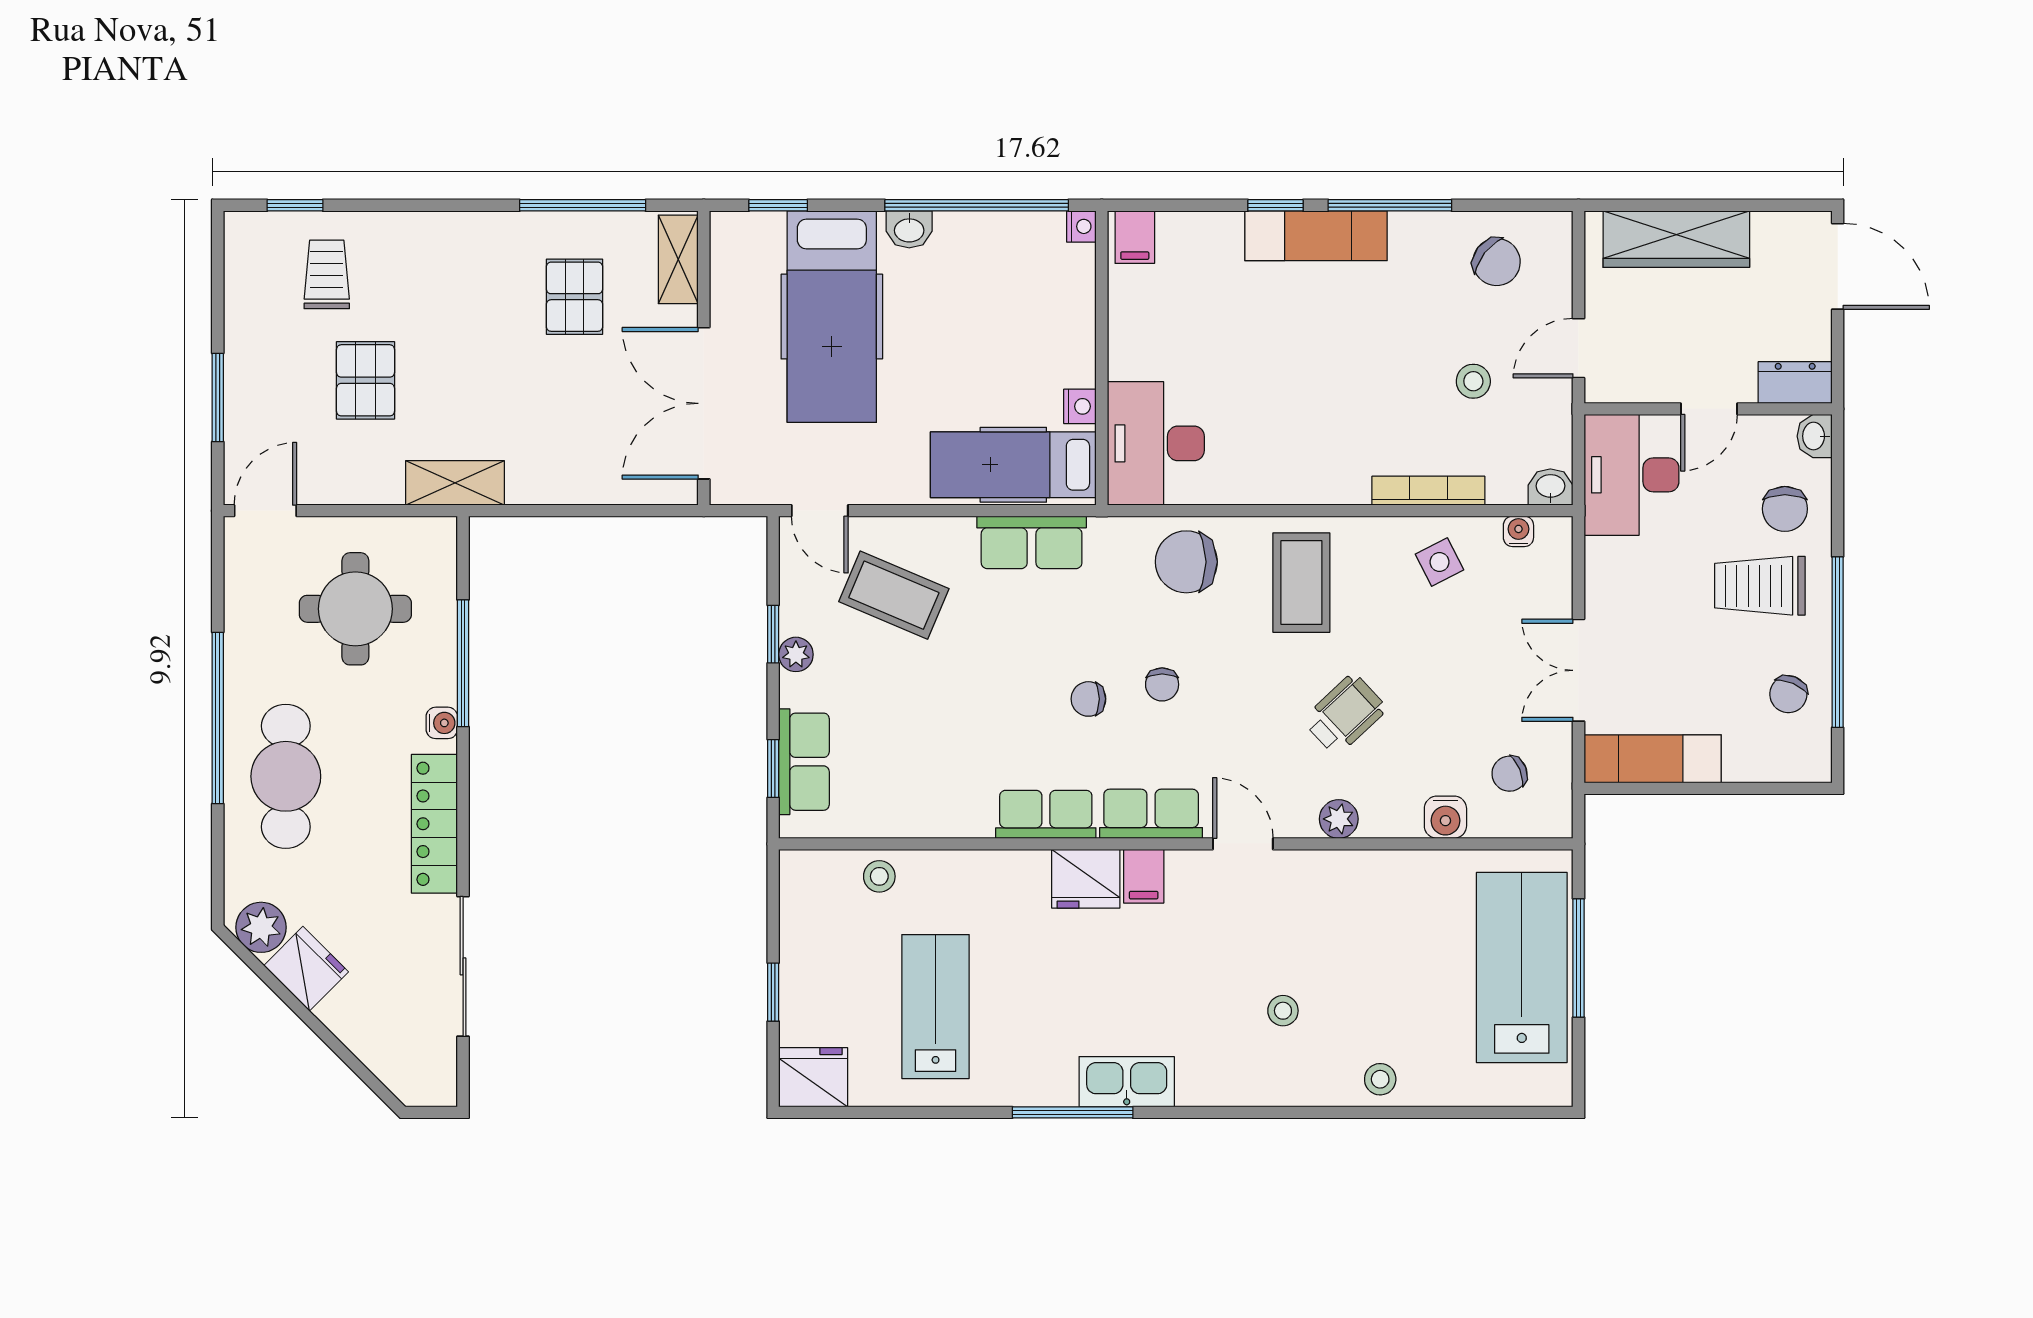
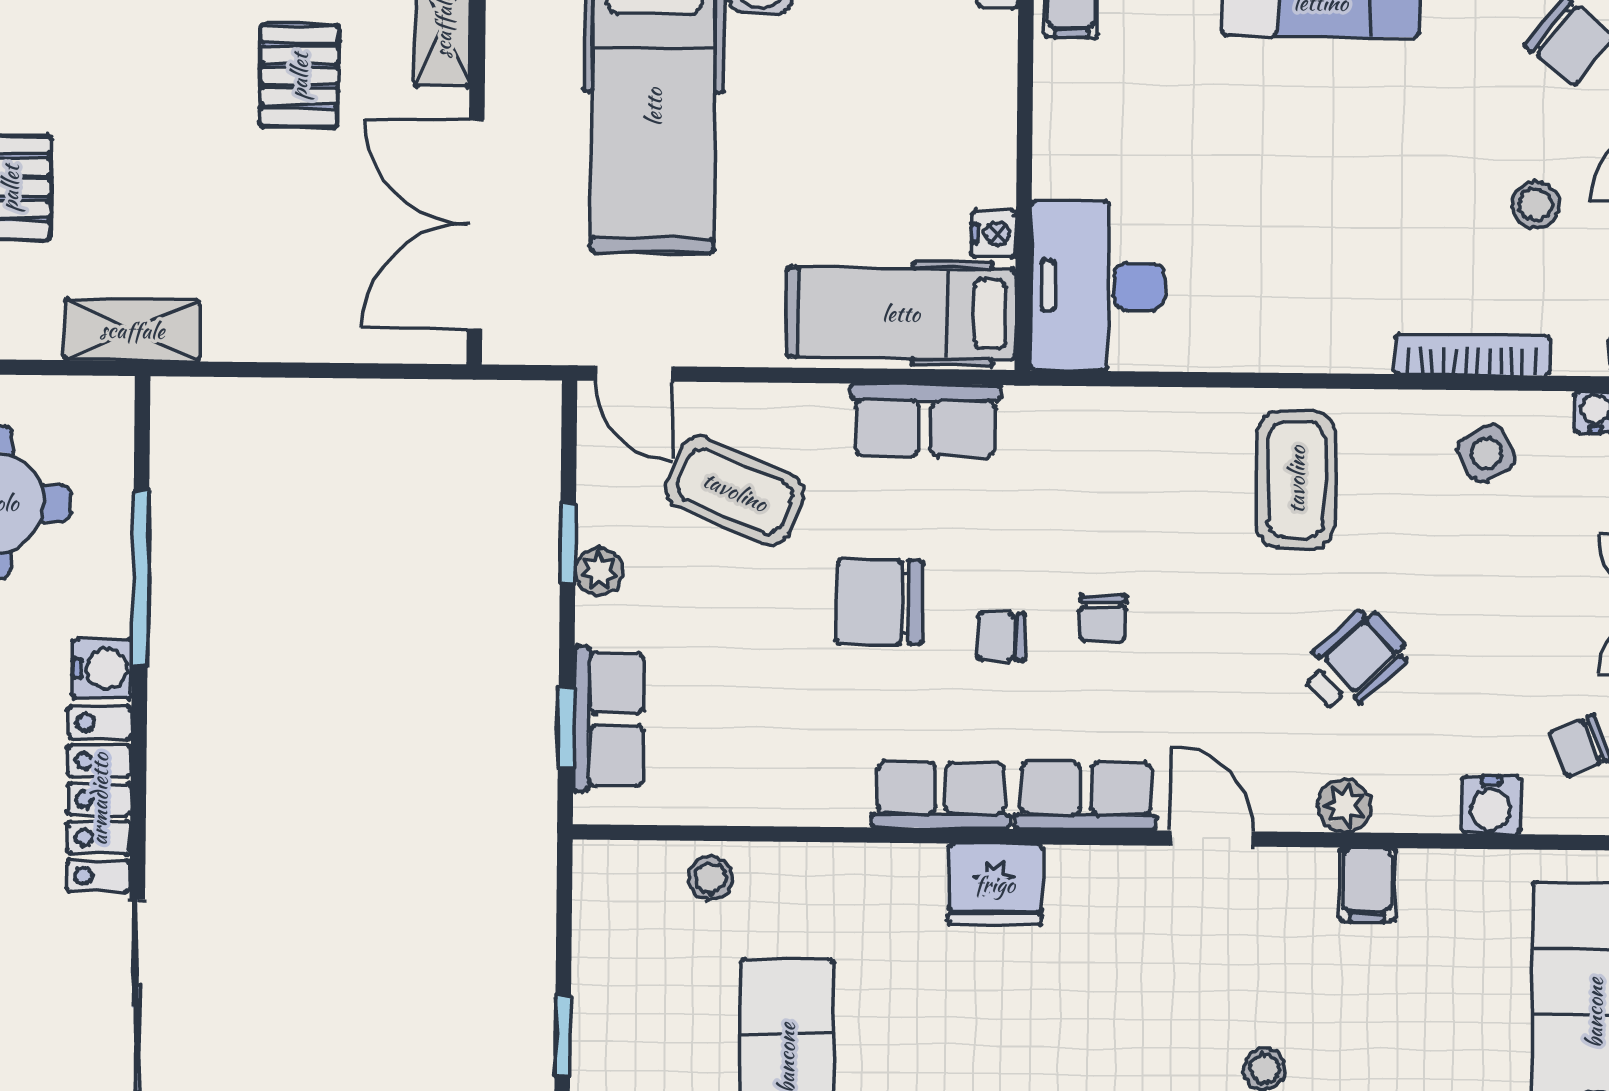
chair: (1186, 562) -> (879, 602), moved
water cooler: (442, 723) -> (102, 669), width x1.38, depth x1.38
filing cabinet: (1144, 876) -> (1367, 885), moved

